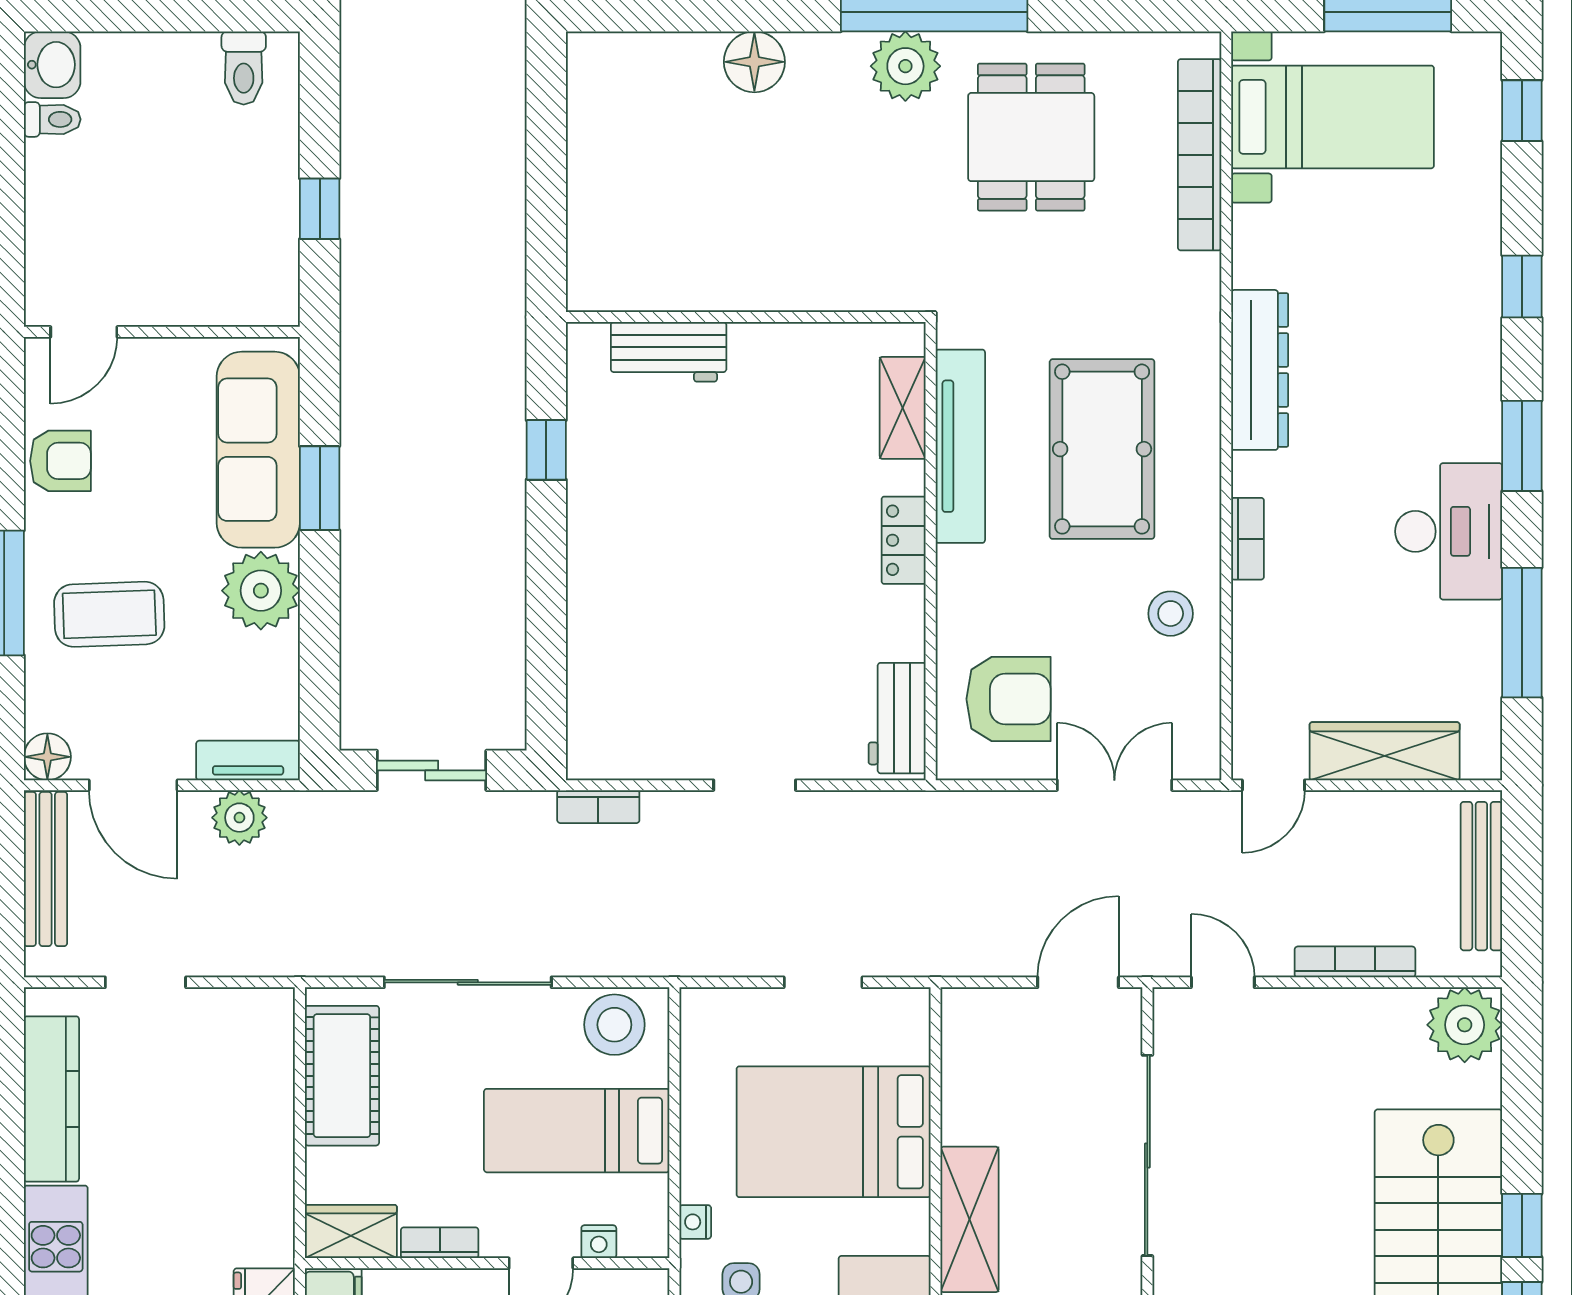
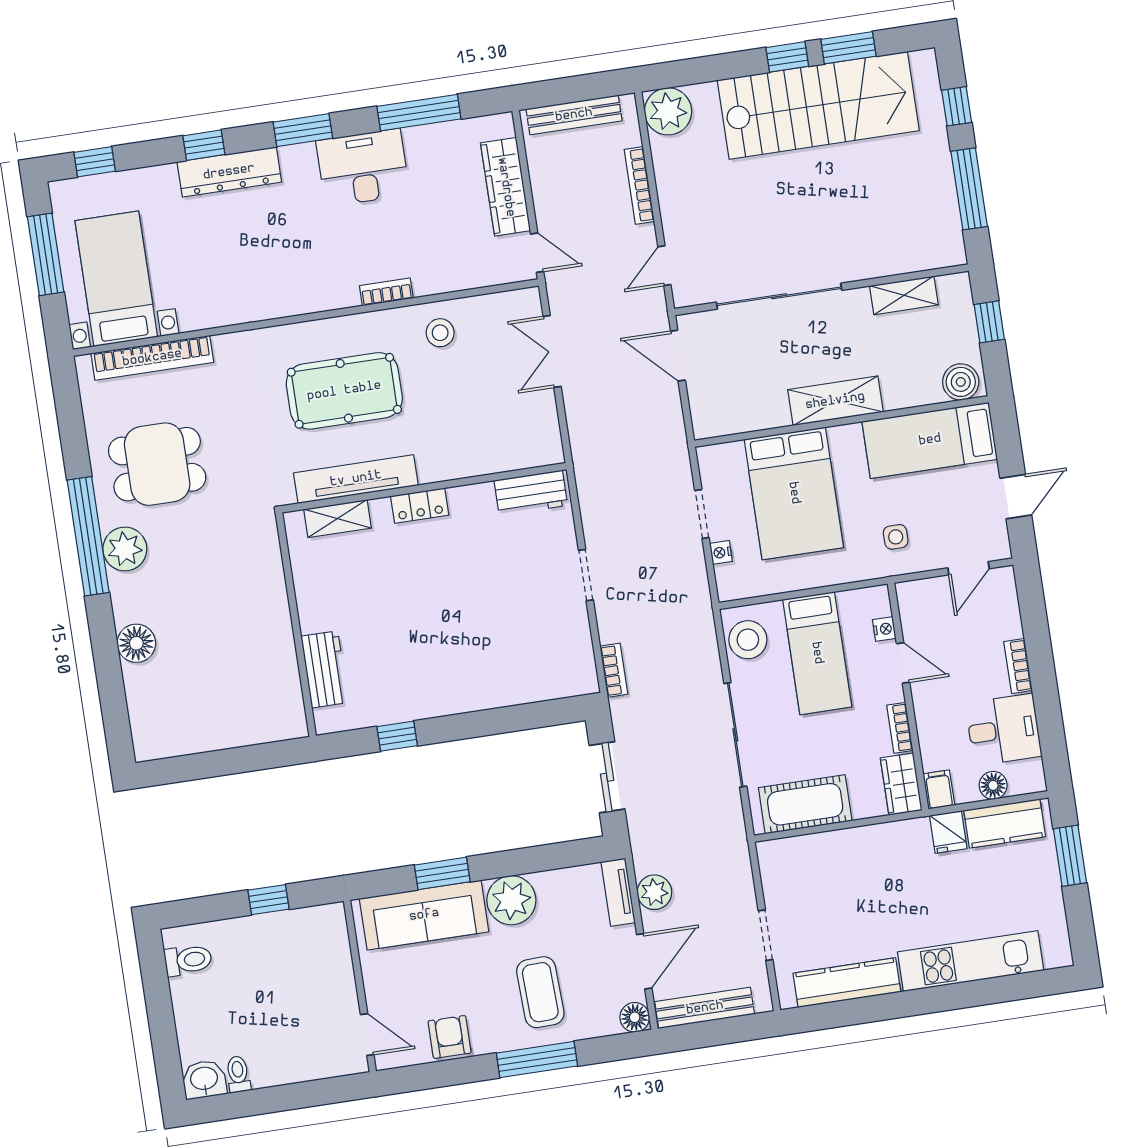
dresser: (1260, 370) -> (229, 172), moved, turned 180
armchair: (1008, 699) -> (508, 425), removed
nightstand: (695, 1222) -> (721, 552), moved, turned 90

